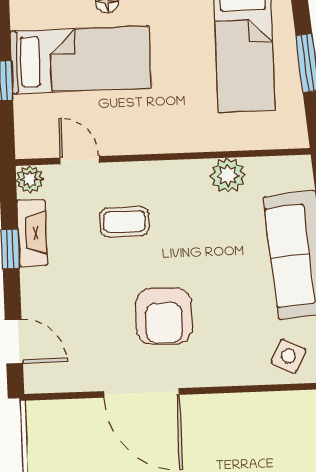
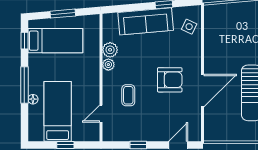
plant: (30, 179) -> (108, 65), moved
fireplace: (32, 233) -> (132, 135), removed

